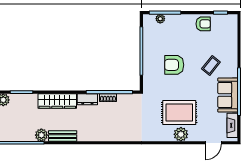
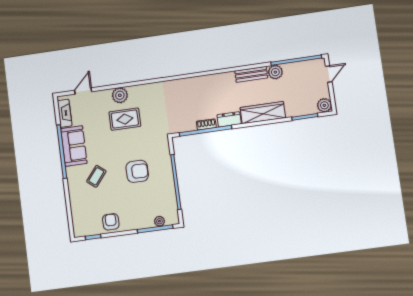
armchair: (203, 24) -> (111, 222), turned 90
rug: (179, 112) -> (125, 119), width x0.73, depth x0.70

